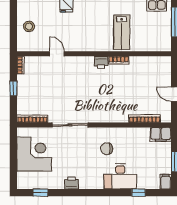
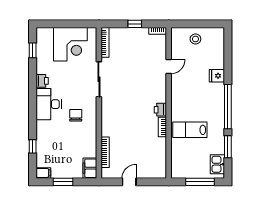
desk: (120, 176) -> (49, 104), moved

